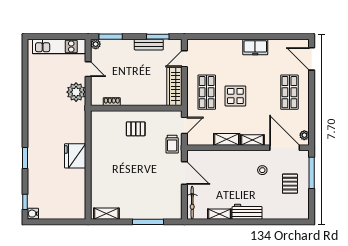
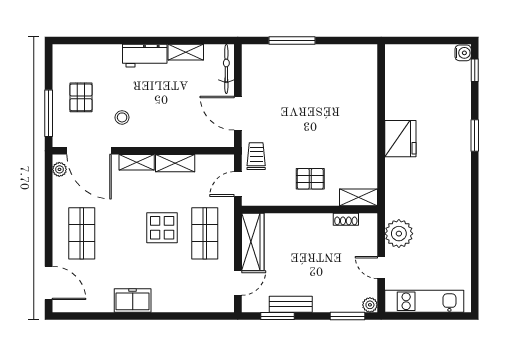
shelving: (106, 214) -> (359, 197), moved

